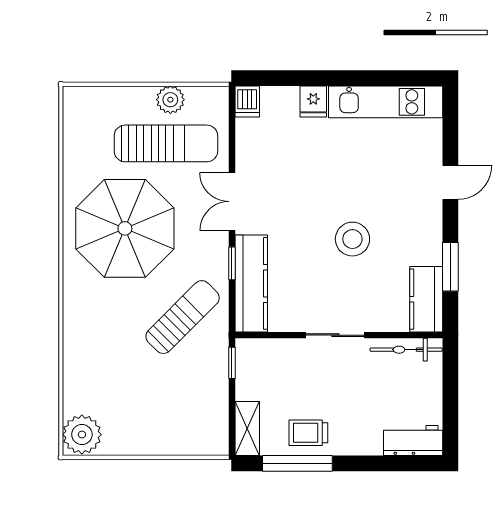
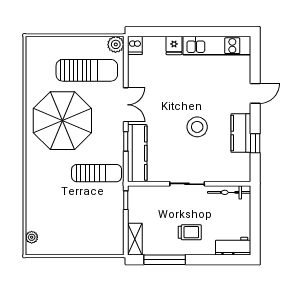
plant: (170, 100) -> (116, 44), moved
double door: (232, 202) -> (126, 105), swing flipped
window: (450, 267) -> (255, 143), width x0.67
kitchen counter: (426, 299) -> (241, 133), moved
sun lounger: (183, 317) -> (97, 173), turned 45
trolley: (308, 433) -> (190, 232), moved, turned 180
plant: (82, 435) -> (32, 237), width x0.53, depth x0.53

